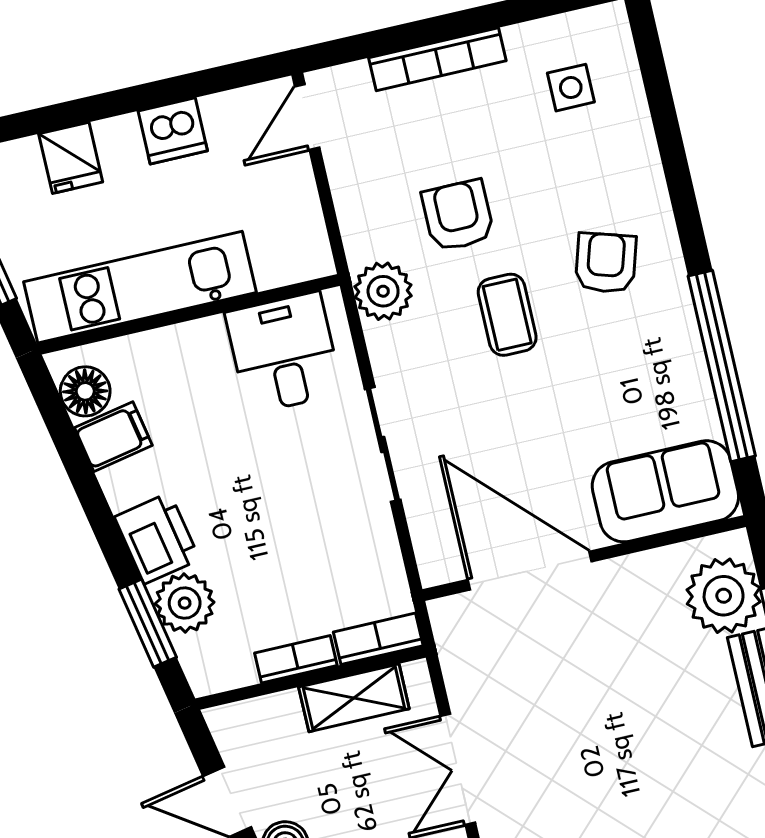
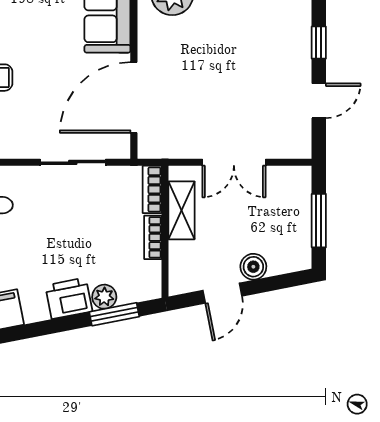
sliding door: (383, 445) -> (73, 162), moved
plant: (185, 603) -> (104, 297), width x0.73, depth x0.73

